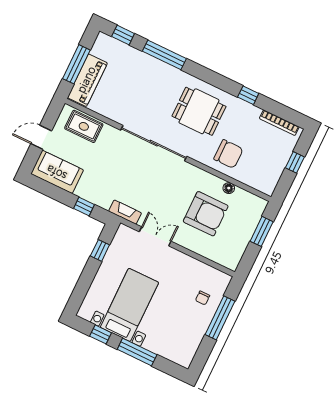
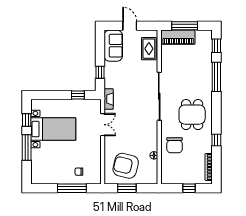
armchair: (206, 214) -> (126, 166), moved, turned 104
window: (262, 231) -> (127, 188), moved

